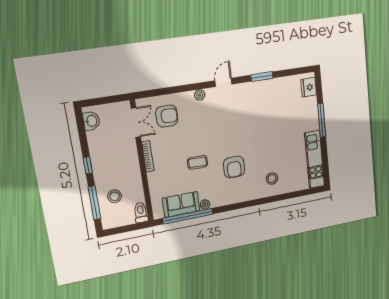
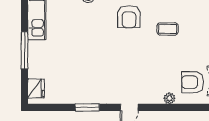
plant: (200, 95) -> (169, 98), moved
armchair: (234, 167) -> (129, 17), turned 180

